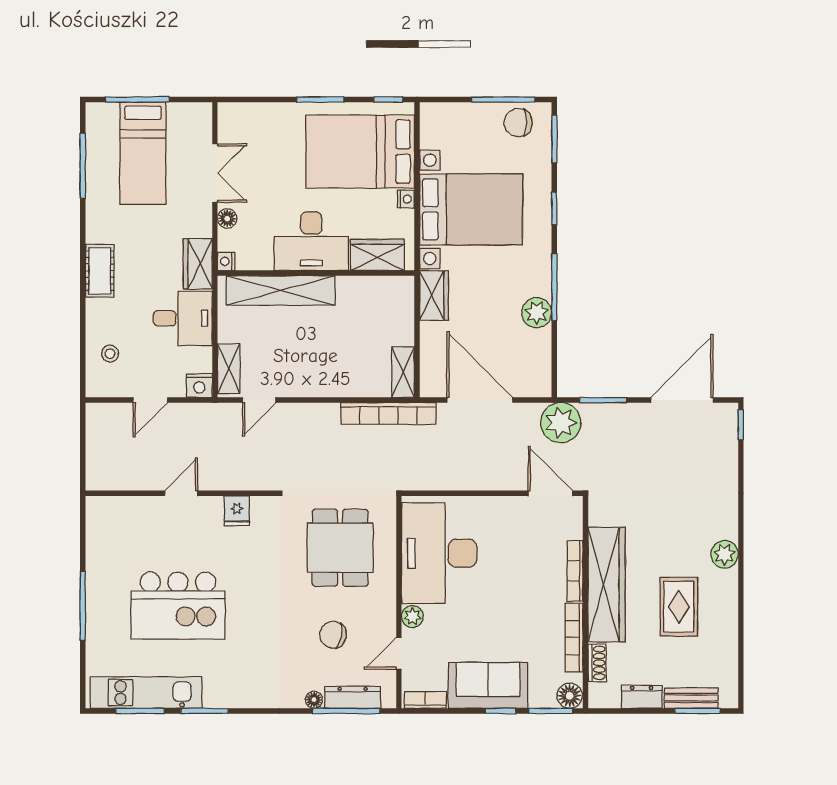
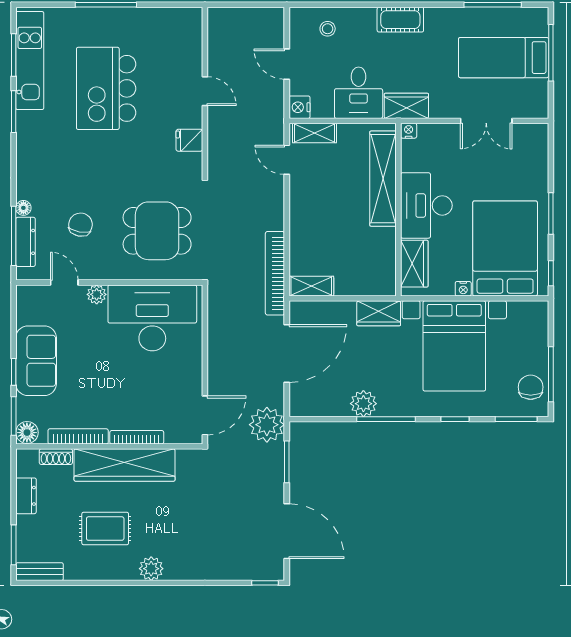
floor lamp: (227, 219) -> (446, 132), removed
bench: (691, 698) -> (40, 572), moved, turned 90
bookcase: (425, 700) -> (23, 306), removed

